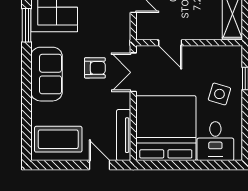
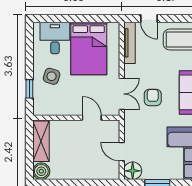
armchair: (95, 68) -> (153, 97), turned 90
bed: (166, 128) -> (89, 49), width x0.73

